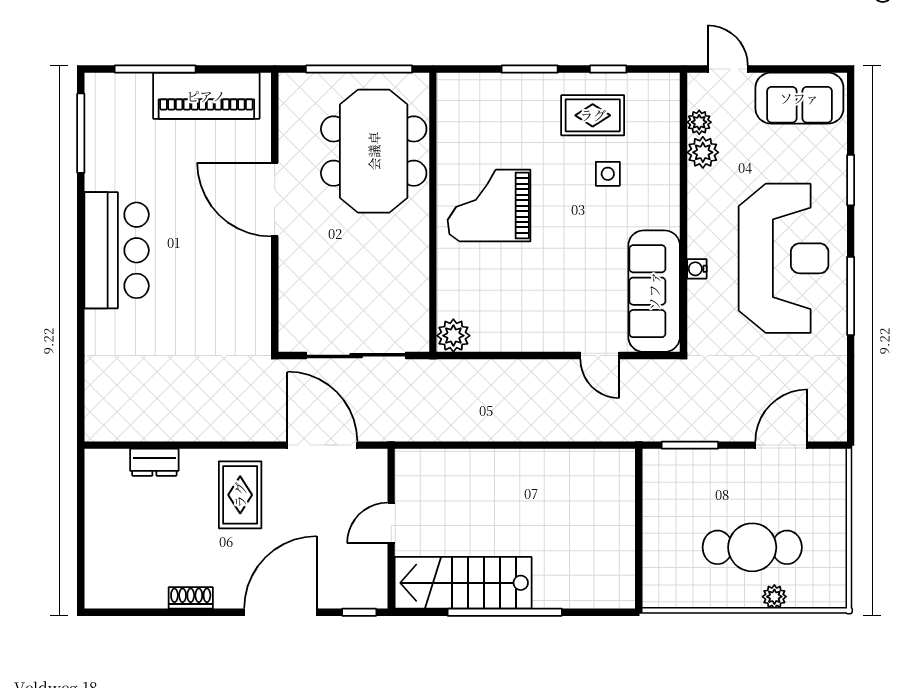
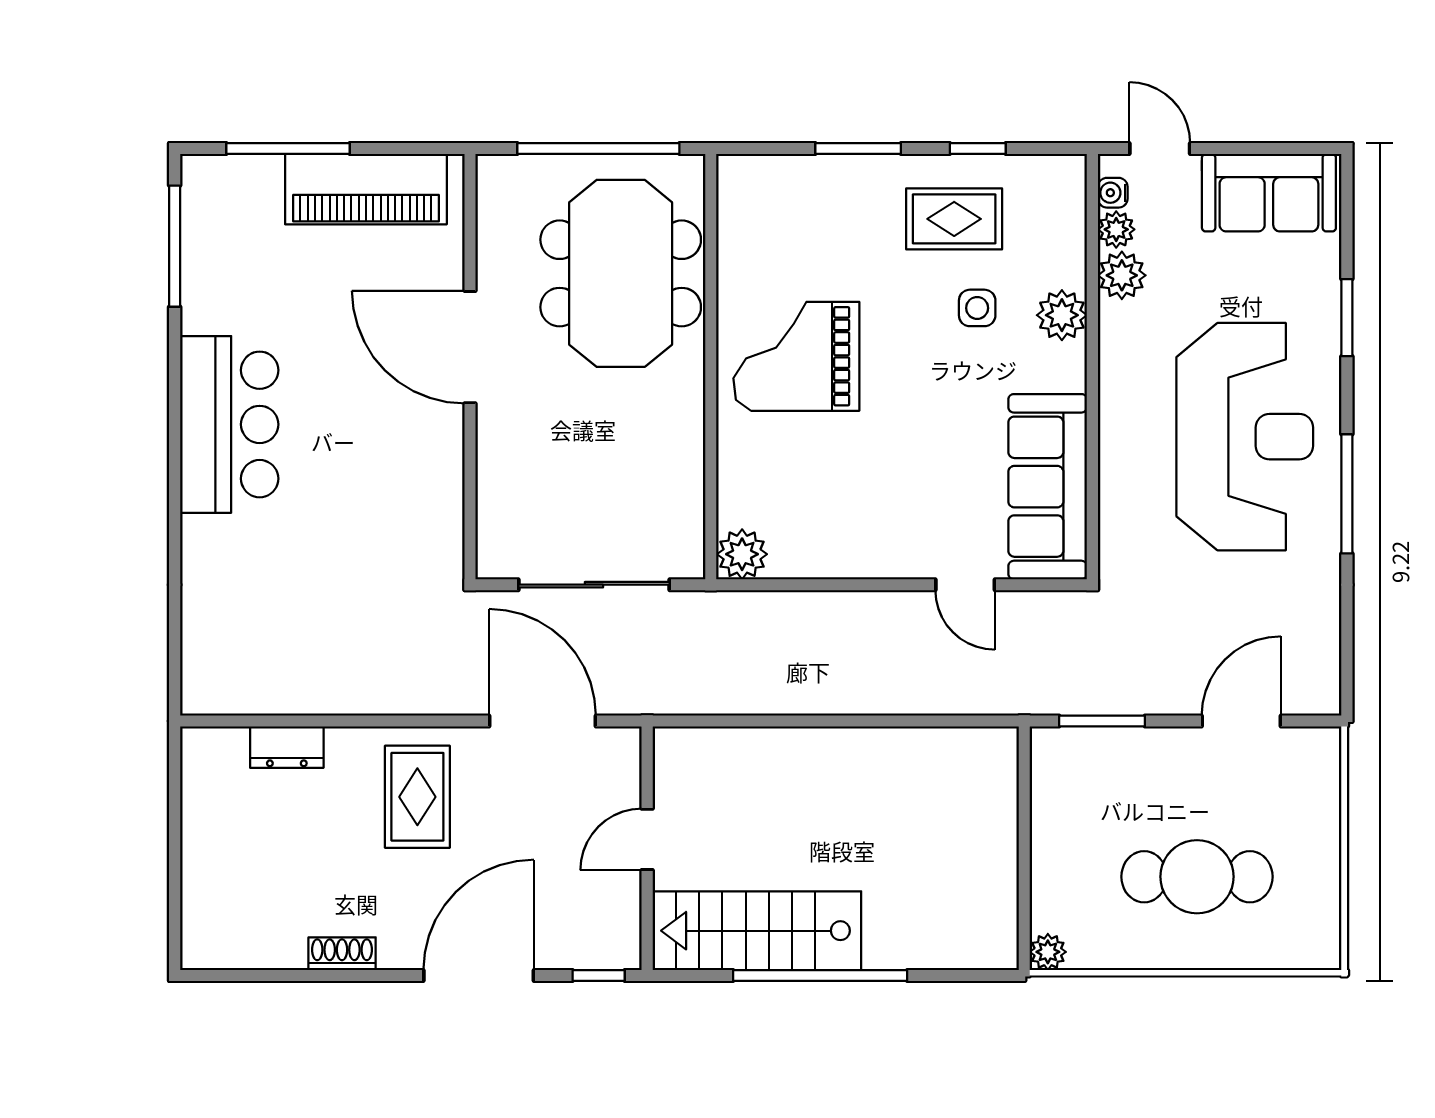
plant: (663, 179) -> (1062, 315), added
water cooler: (697, 269) -> (1113, 193), moved
plant: (774, 597) -> (1048, 952), moved

